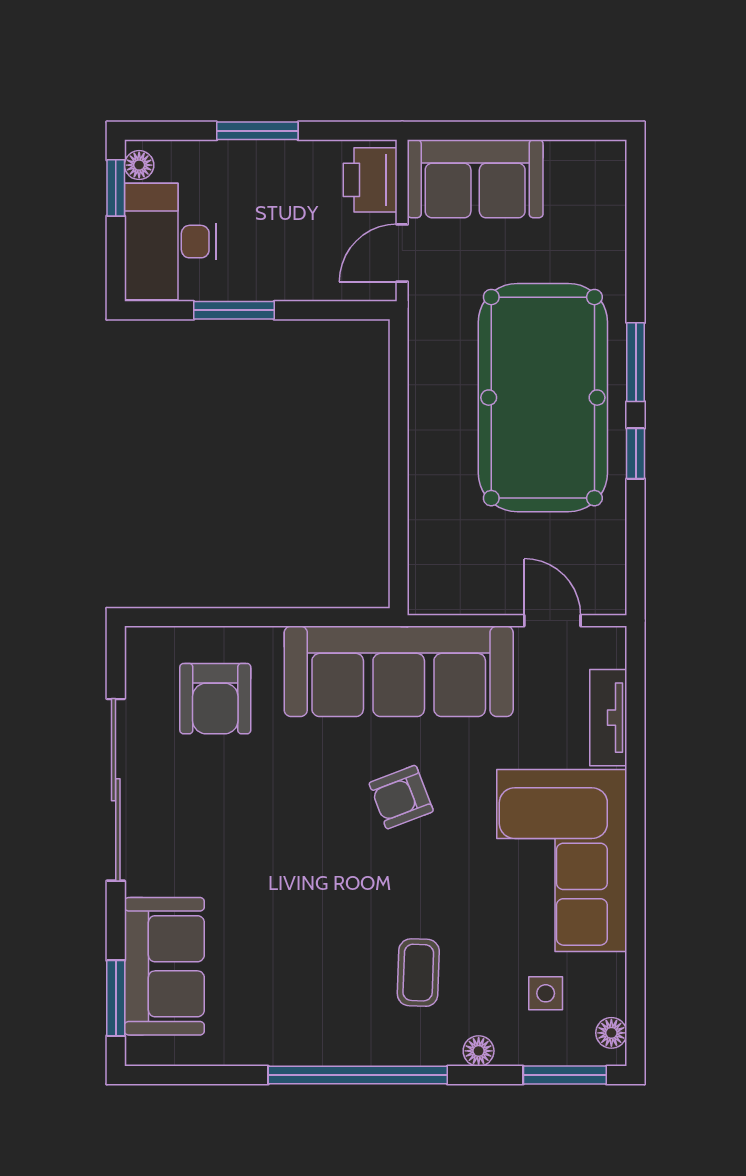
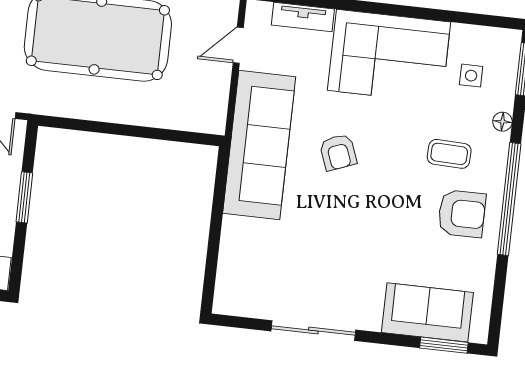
window: (234, 310) -> (24, 197), moved
armchair: (215, 699) -> (462, 214), moved
sliding door: (116, 790) -> (313, 331), width x0.73
floor lamp: (611, 1033) -> (500, 37), removed

